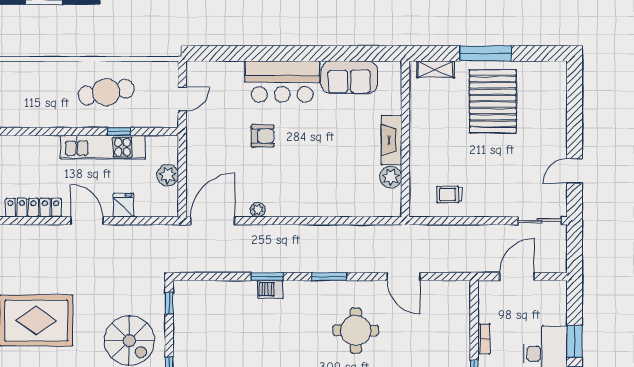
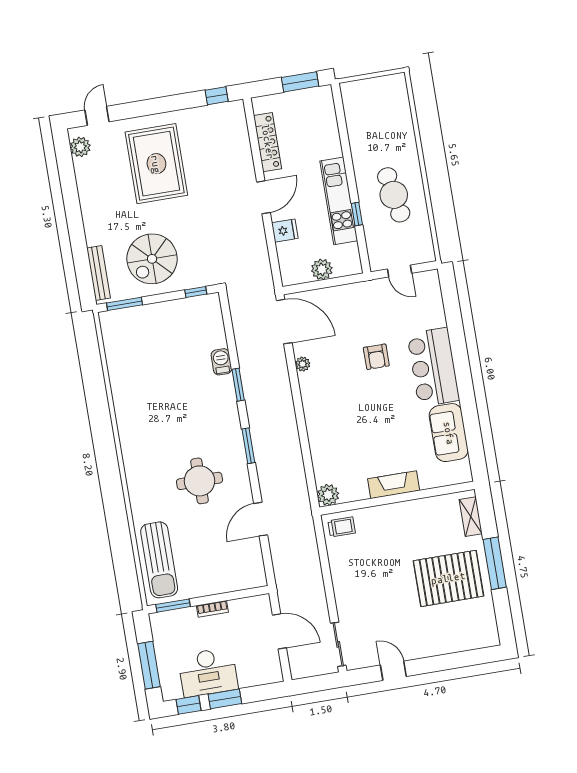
plant: (391, 177) -> (328, 495), moved
trolley: (449, 195) -> (342, 527), moved, turned 90
barbecue: (270, 289) -> (221, 362), moved

